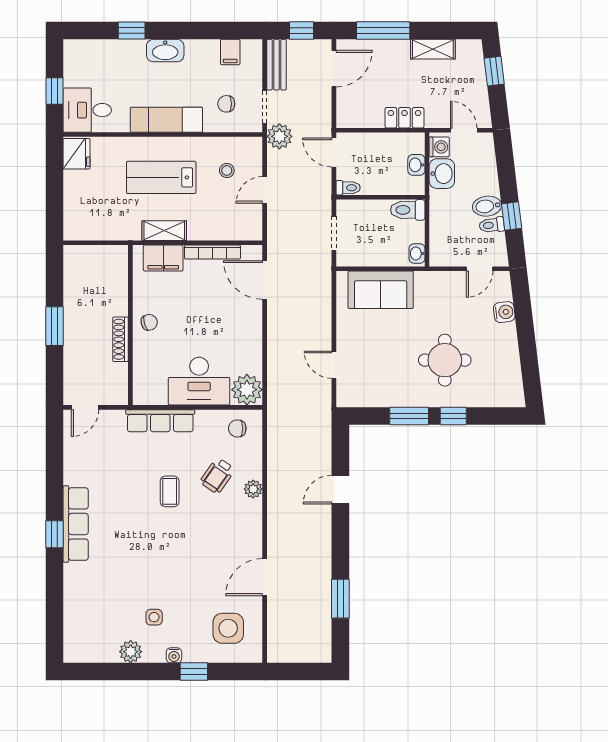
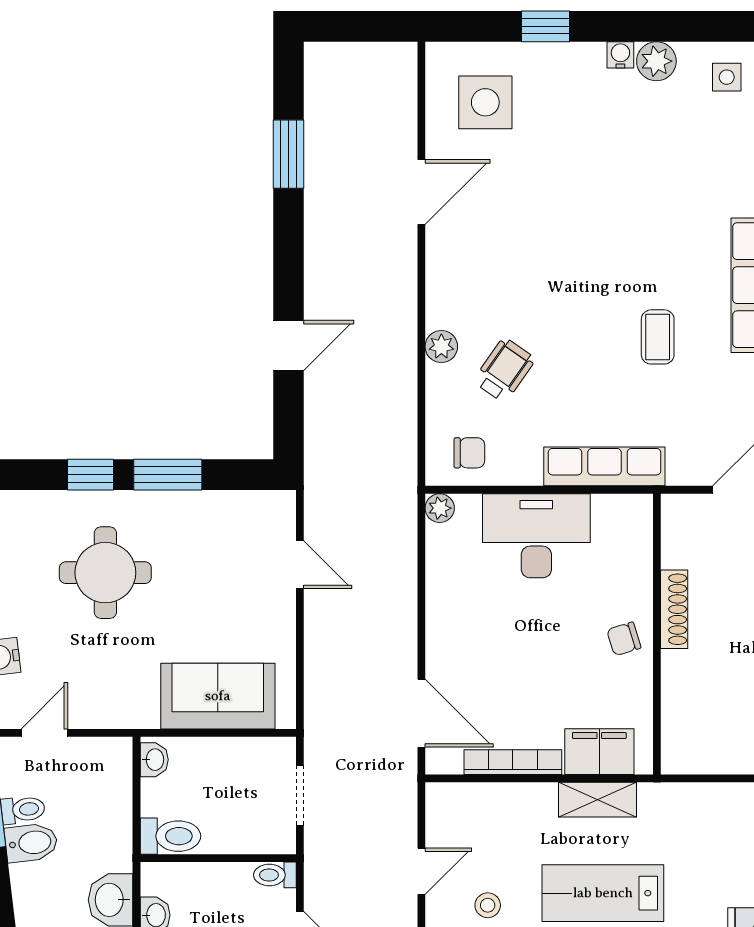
lab bench: (161, 177) -> (603, 893), turned 180
plant: (247, 390) -> (440, 508), width x0.53, depth x0.53
coffee table: (170, 491) -> (658, 337), moved
side table: (154, 617) -> (727, 77), moved
water cooler: (174, 655) -> (620, 55), moved

